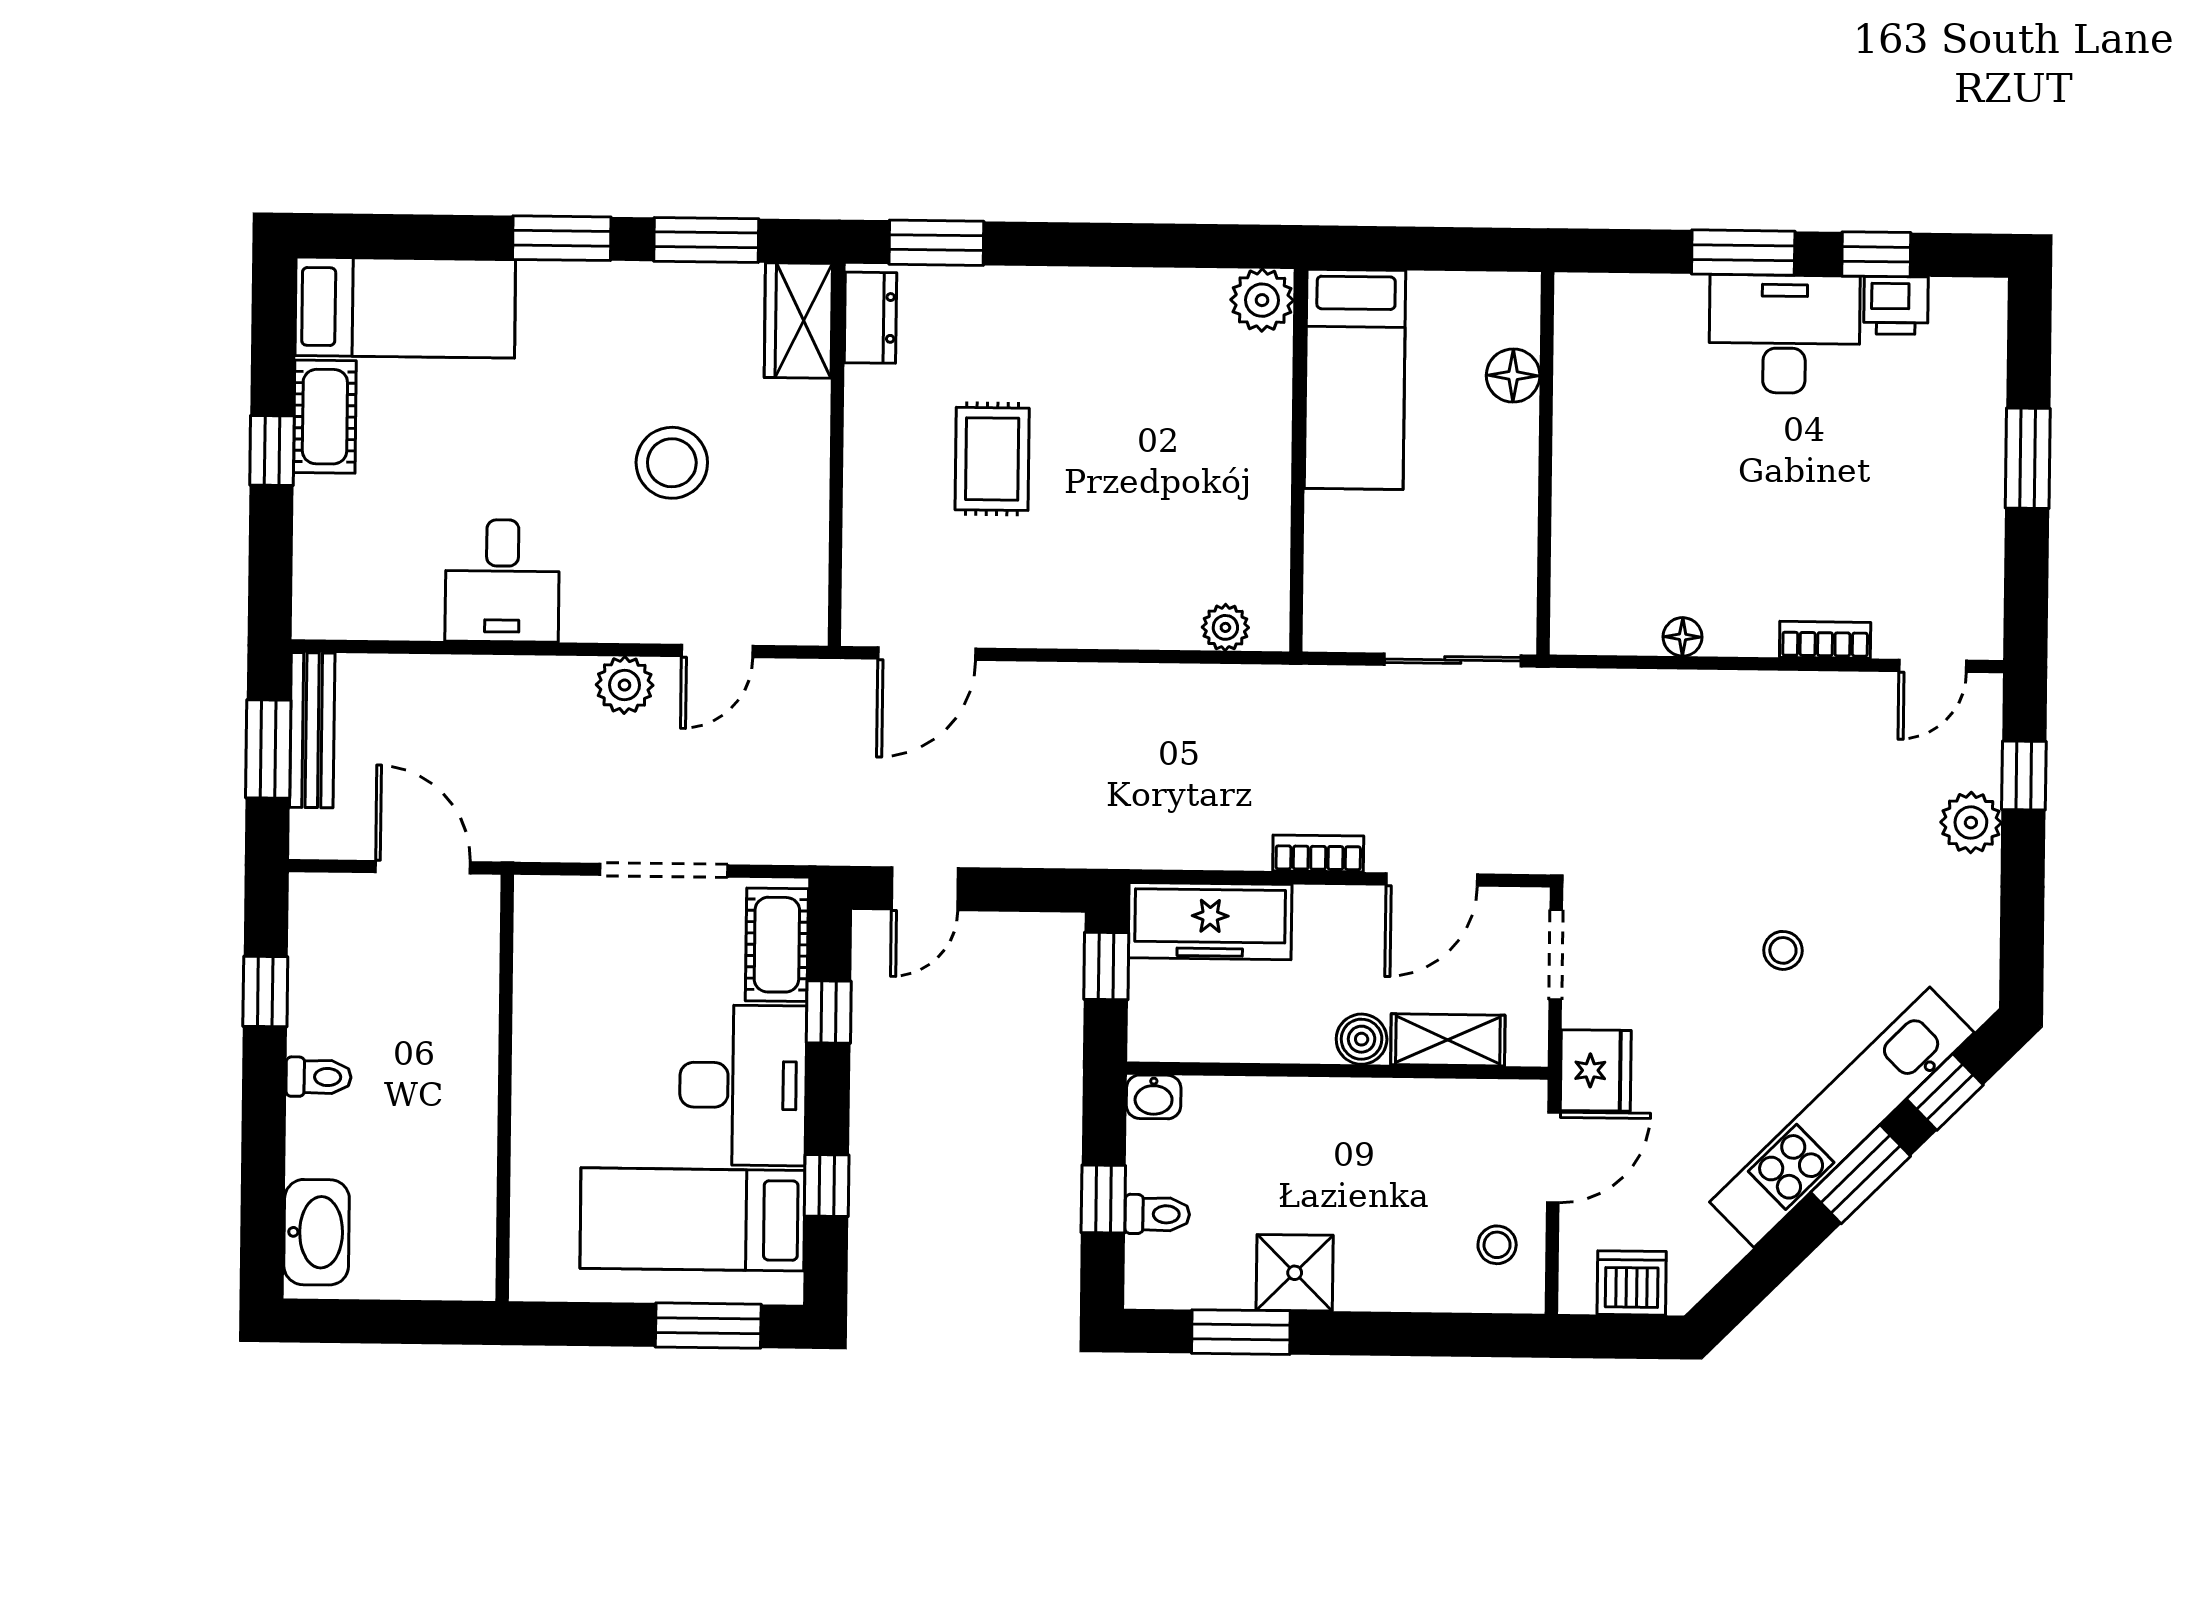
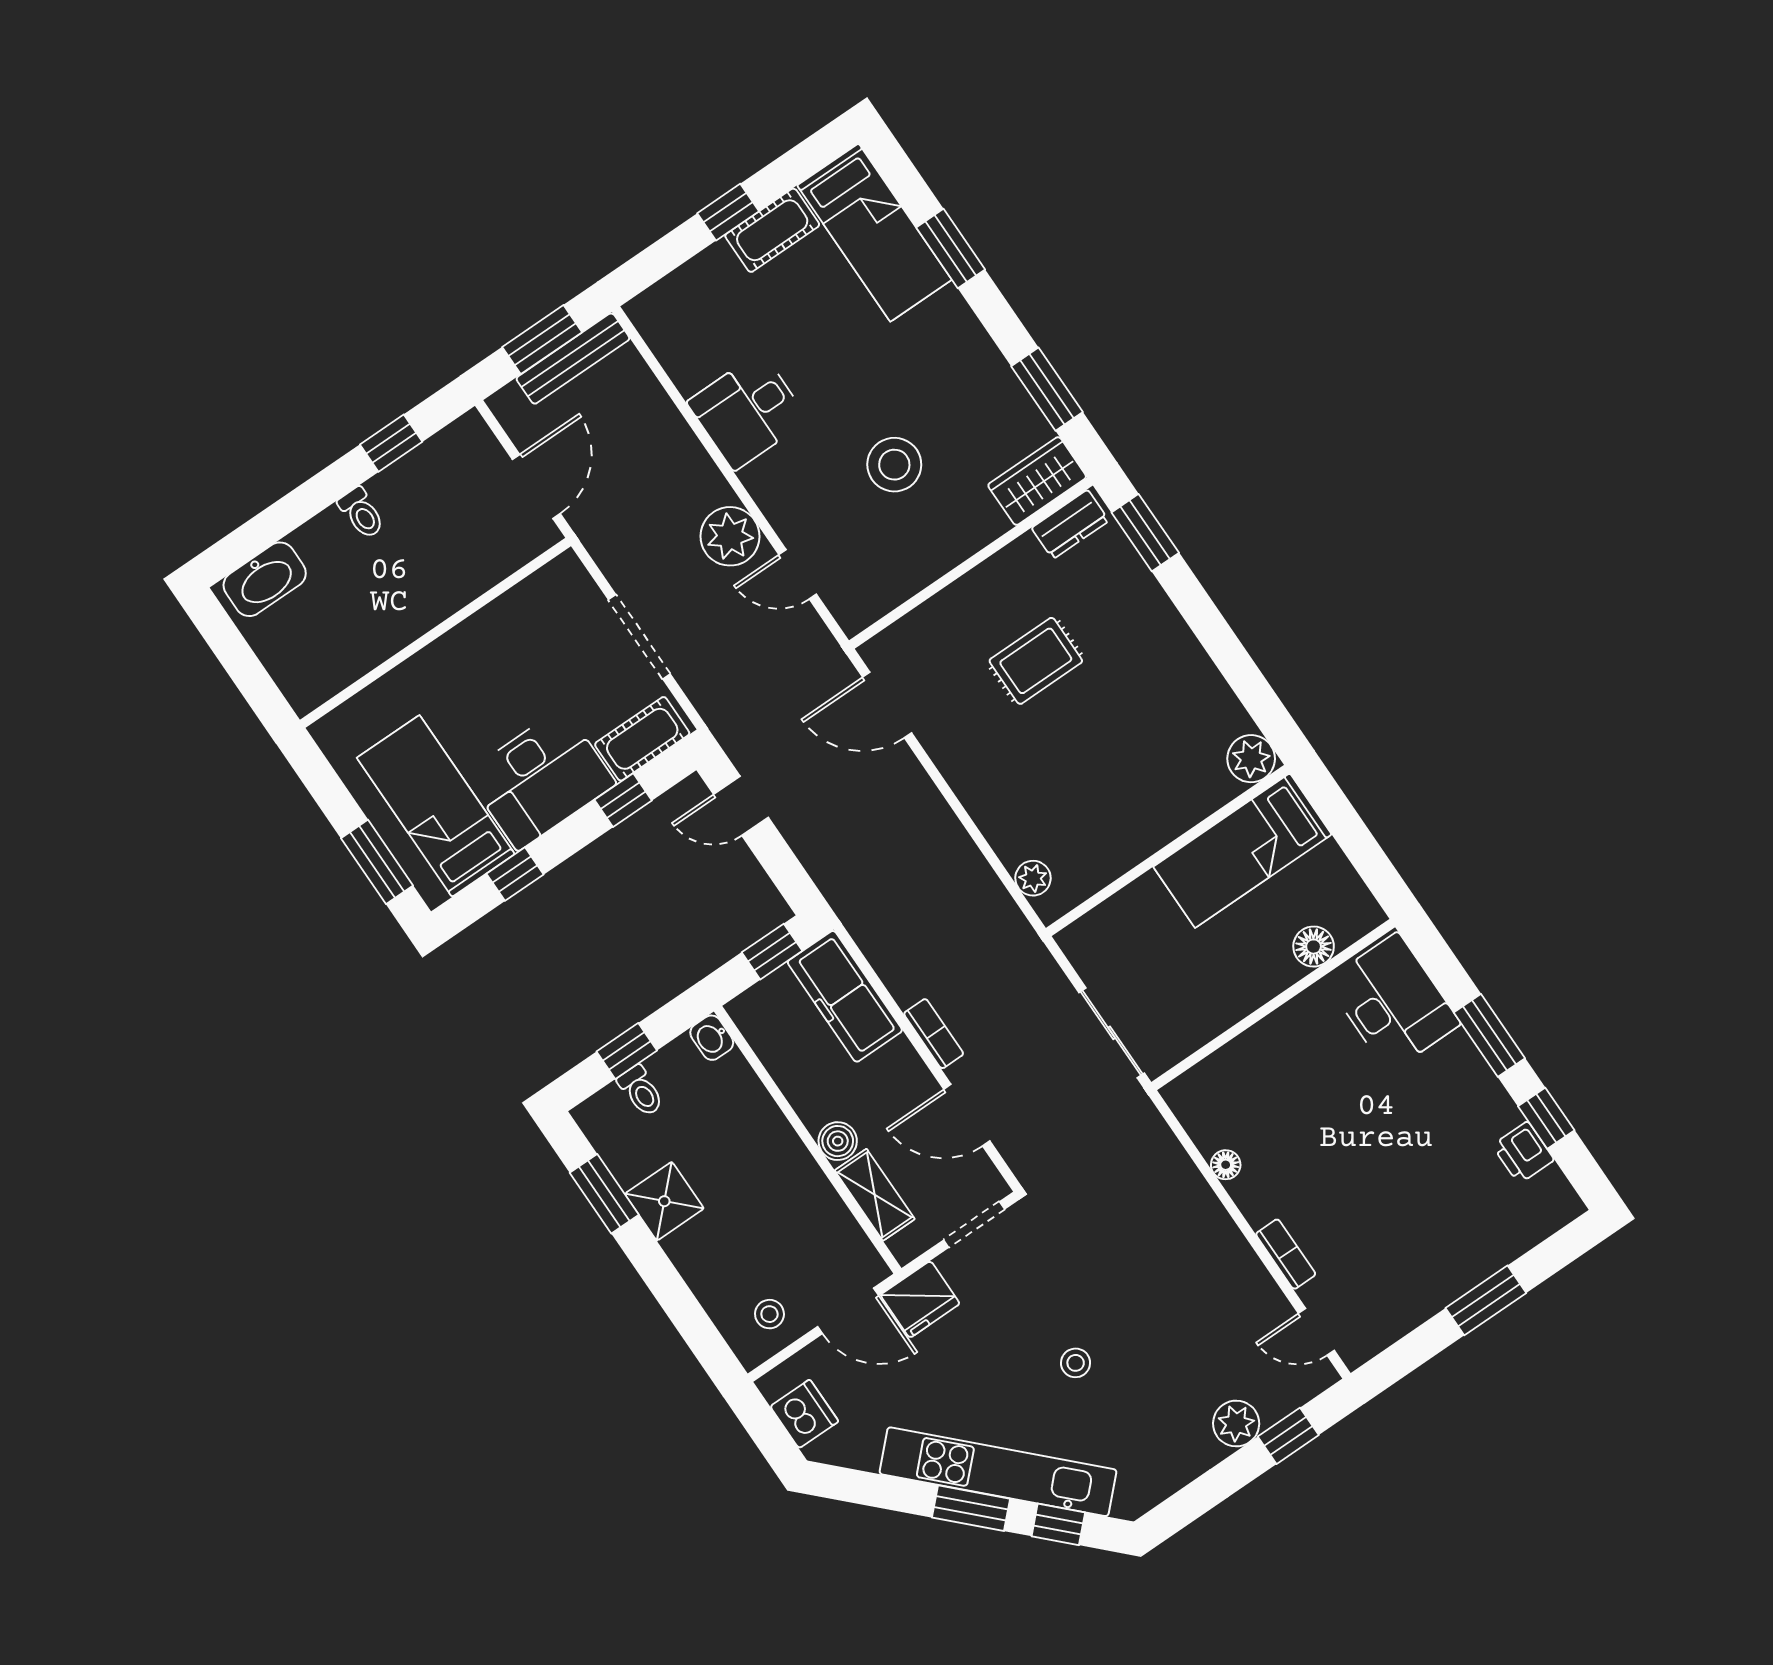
window: (562, 238) -> (951, 248), moved
desk: (1784, 334) -> (1393, 1003), moved
plant: (625, 685) -> (730, 536), width x1.36, depth x1.36

